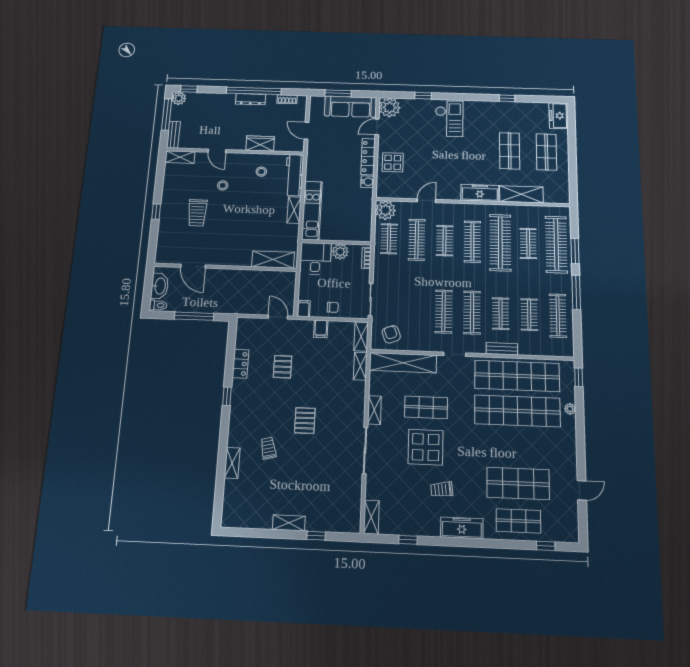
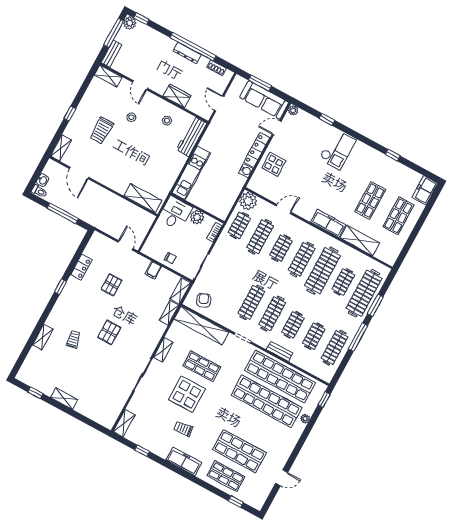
plant: (390, 108) -> (293, 110), width x0.53, depth x0.53
shelving: (294, 210) -> (61, 148), moved
washbasin: (160, 286) -> (43, 180), width x0.52, depth x0.69
filing cabinet: (304, 308) -> (148, 248), removed
window: (316, 536) -> (35, 393), moved

